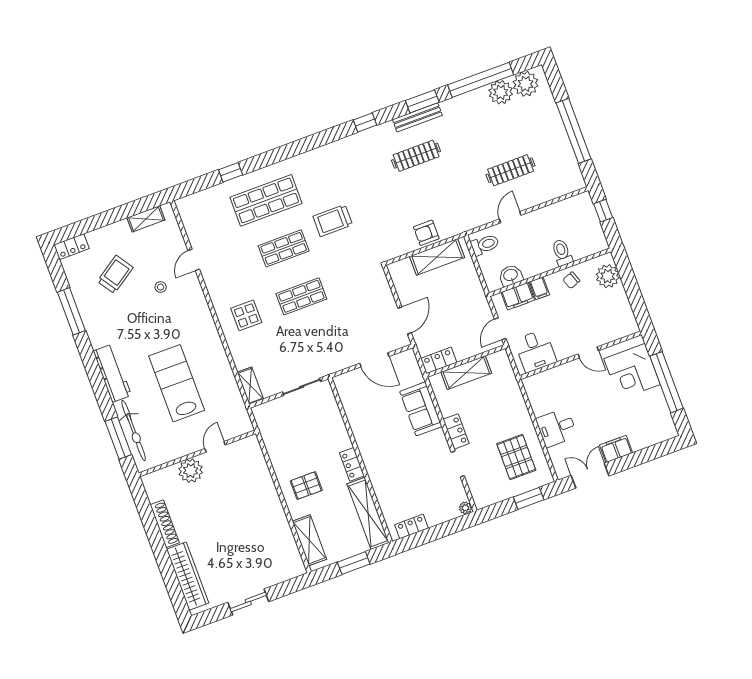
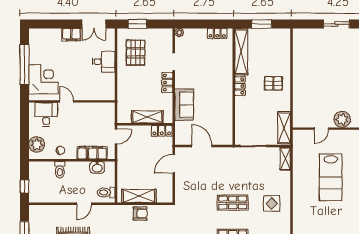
desk: (535, 351) -> (46, 114), moved
shelving: (309, 540) -> (284, 128), moved

